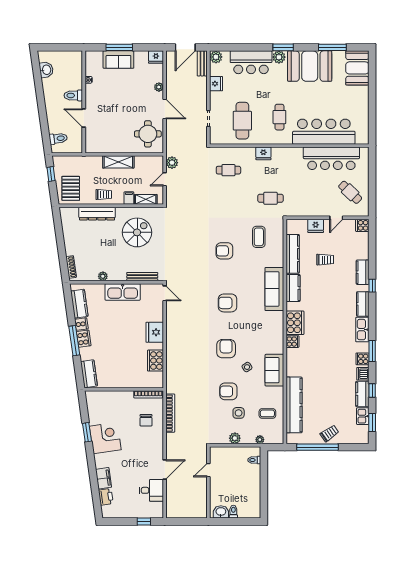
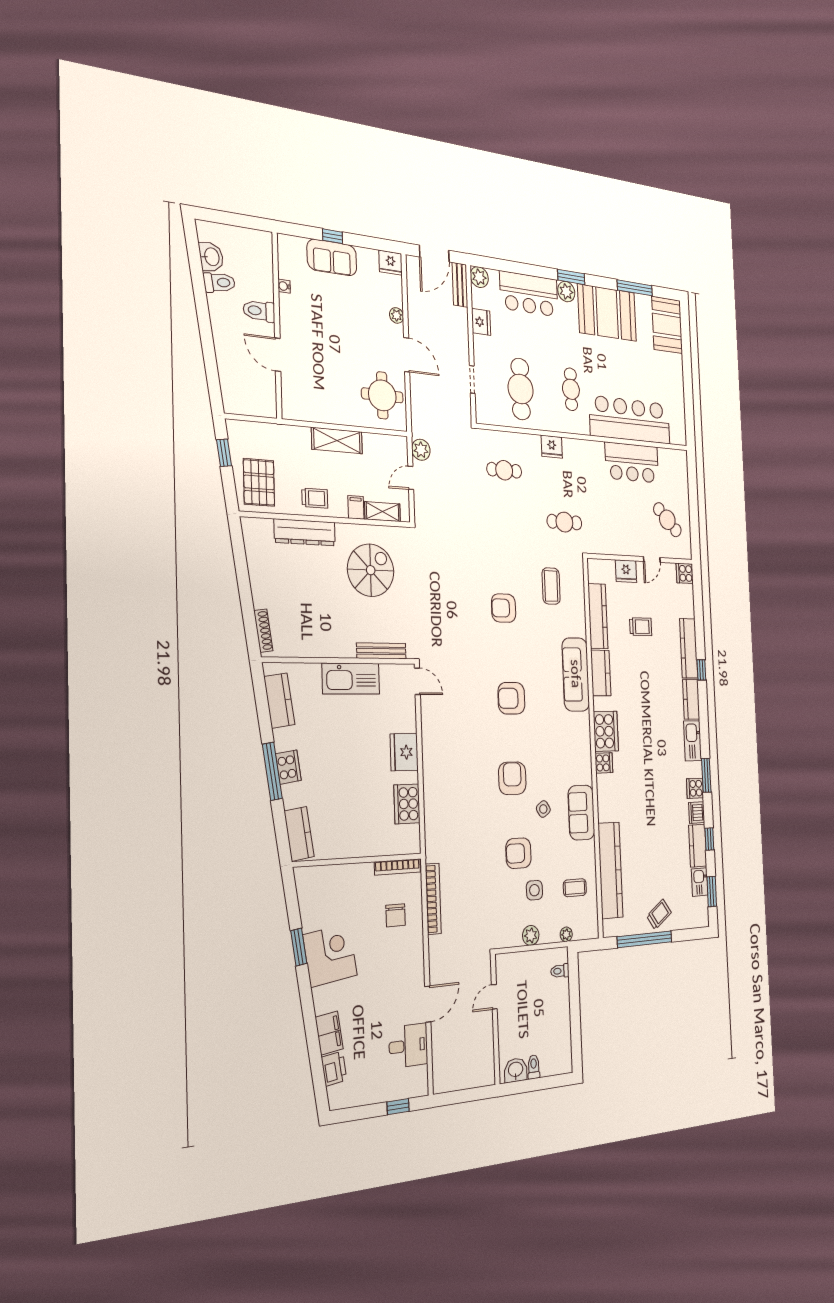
window: (119, 47) -> (333, 236), width x0.46
toilet: (58, 139) -> (219, 283), moved
bar counter: (331, 158) -> (632, 463), width x0.73
kitchen counter: (363, 272) -> (689, 648), width x1.50
plant: (103, 276) -> (317, 649), removed
cooker: (81, 324) -> (284, 739), removed

